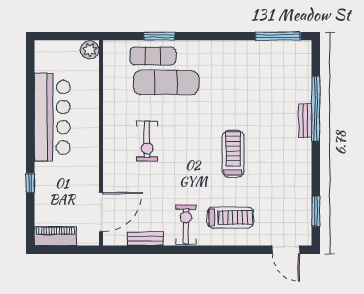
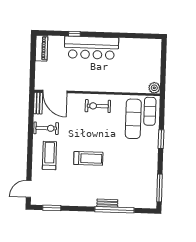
window: (159, 36) -> (161, 139), moved
plant: (90, 50) -> (154, 88), moved
bar counter: (52, 117) -> (91, 48), moved
wall: (101, 143) -> (97, 93), moved
door: (101, 212) -> (55, 92), moved
treadmill: (230, 218) -> (49, 156), turned 180

